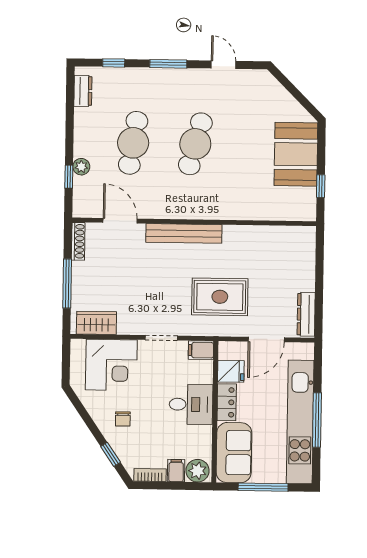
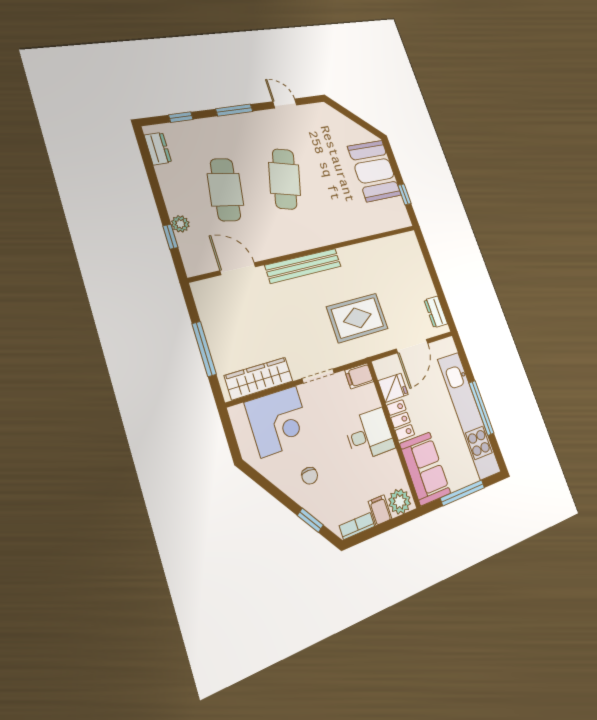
shoe rack: (78, 241) -> (202, 301), removed
dresser: (306, 314) -> (436, 312), width x0.70
wardrobe: (96, 323) -> (259, 378), width x1.50

